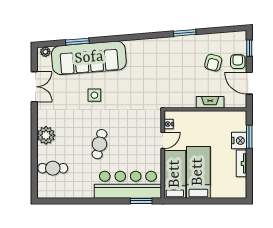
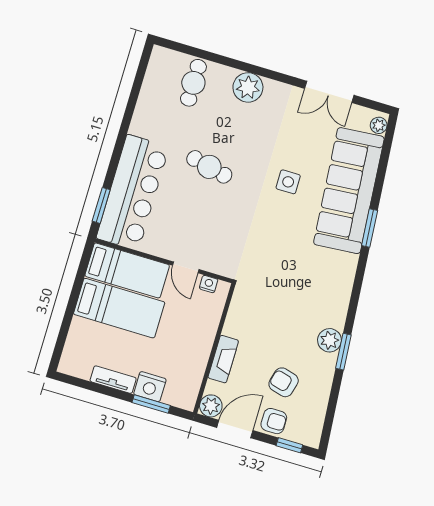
window: (77, 42) -> (370, 228), moved
plant: (180, 43) -> (330, 340), added
plant: (240, 101) -> (211, 406), added

